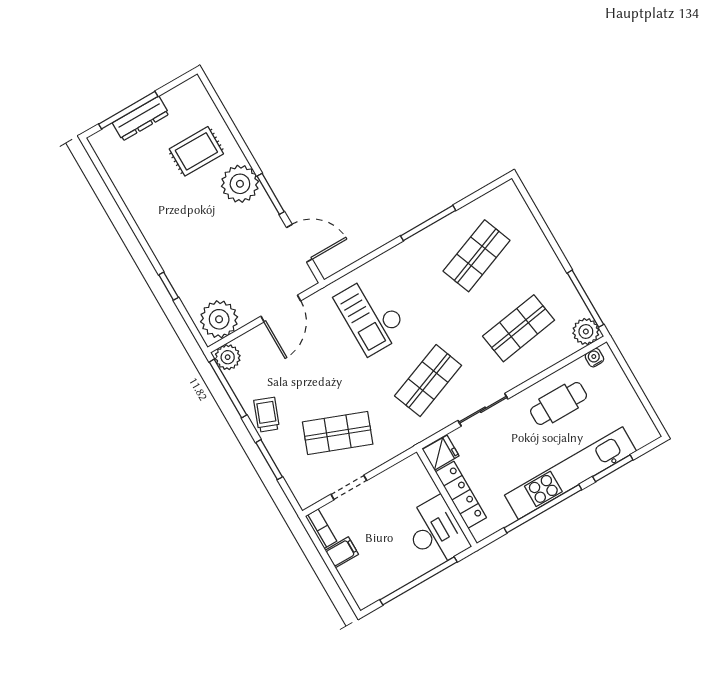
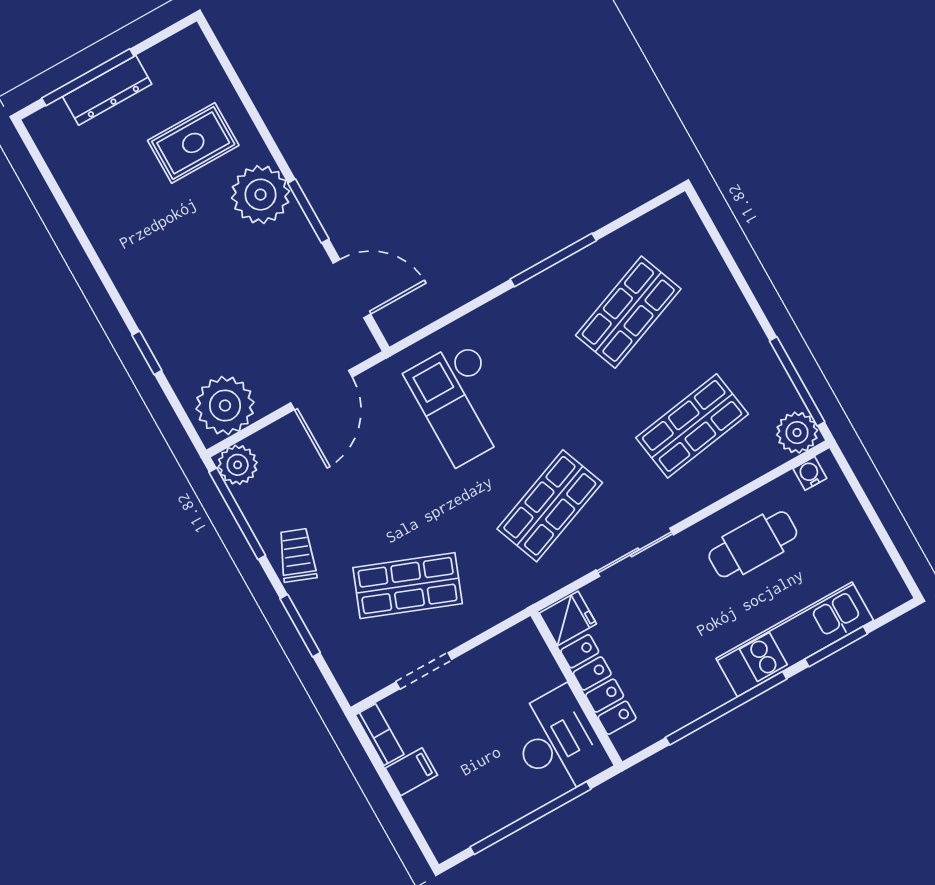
kitchen unit: (570, 473) -> (795, 639), width x0.73

